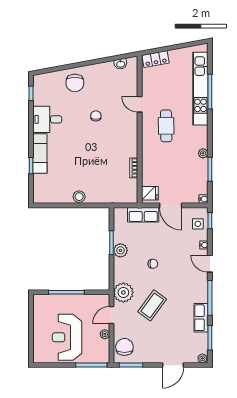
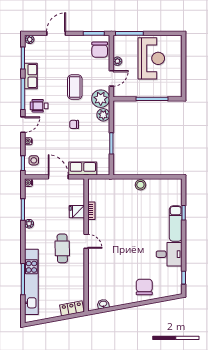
door: (140, 104) -> (86, 241), moved
chair: (96, 116) -> (125, 257), removed
fridge: (150, 193) -> (77, 212), moved
plant: (120, 250) -> (103, 115), moved
door: (210, 264) -> (23, 125), hinge flipped
wheelchair: (192, 285) -> (39, 106), added
coffee table: (152, 305) -> (75, 87), turned -36

